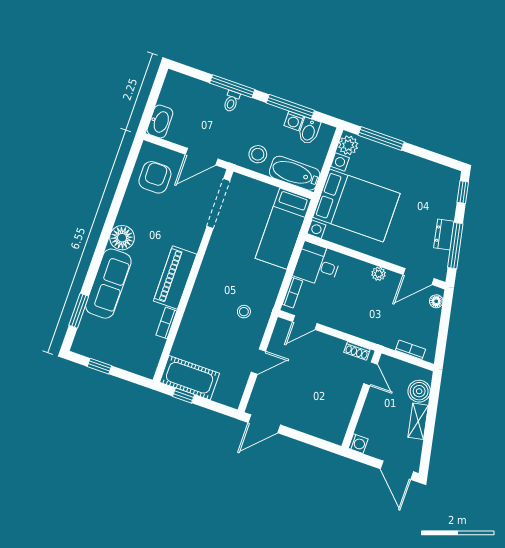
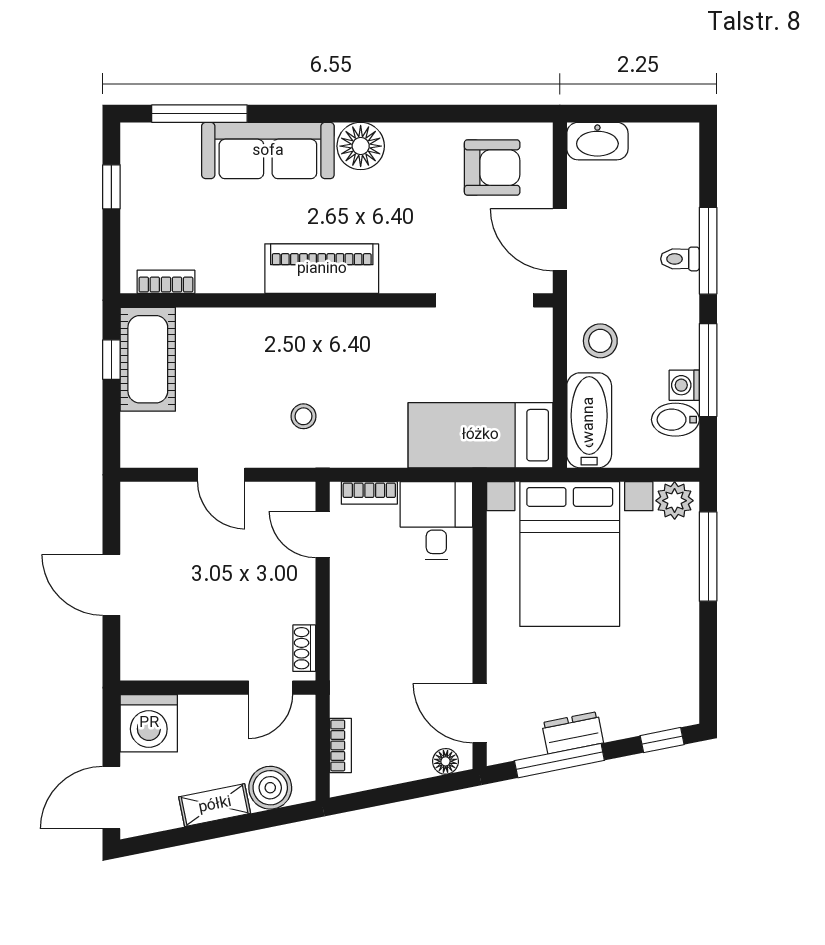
plant: (379, 274) -> (459, 638), removed
window: (79, 311) -> (199, 114), width x1.44
bookcase: (166, 323) -> (166, 282), moved
door: (264, 424) -> (111, 585), moved
washing machine: (358, 444) -> (149, 723), width x1.89, depth x1.89

